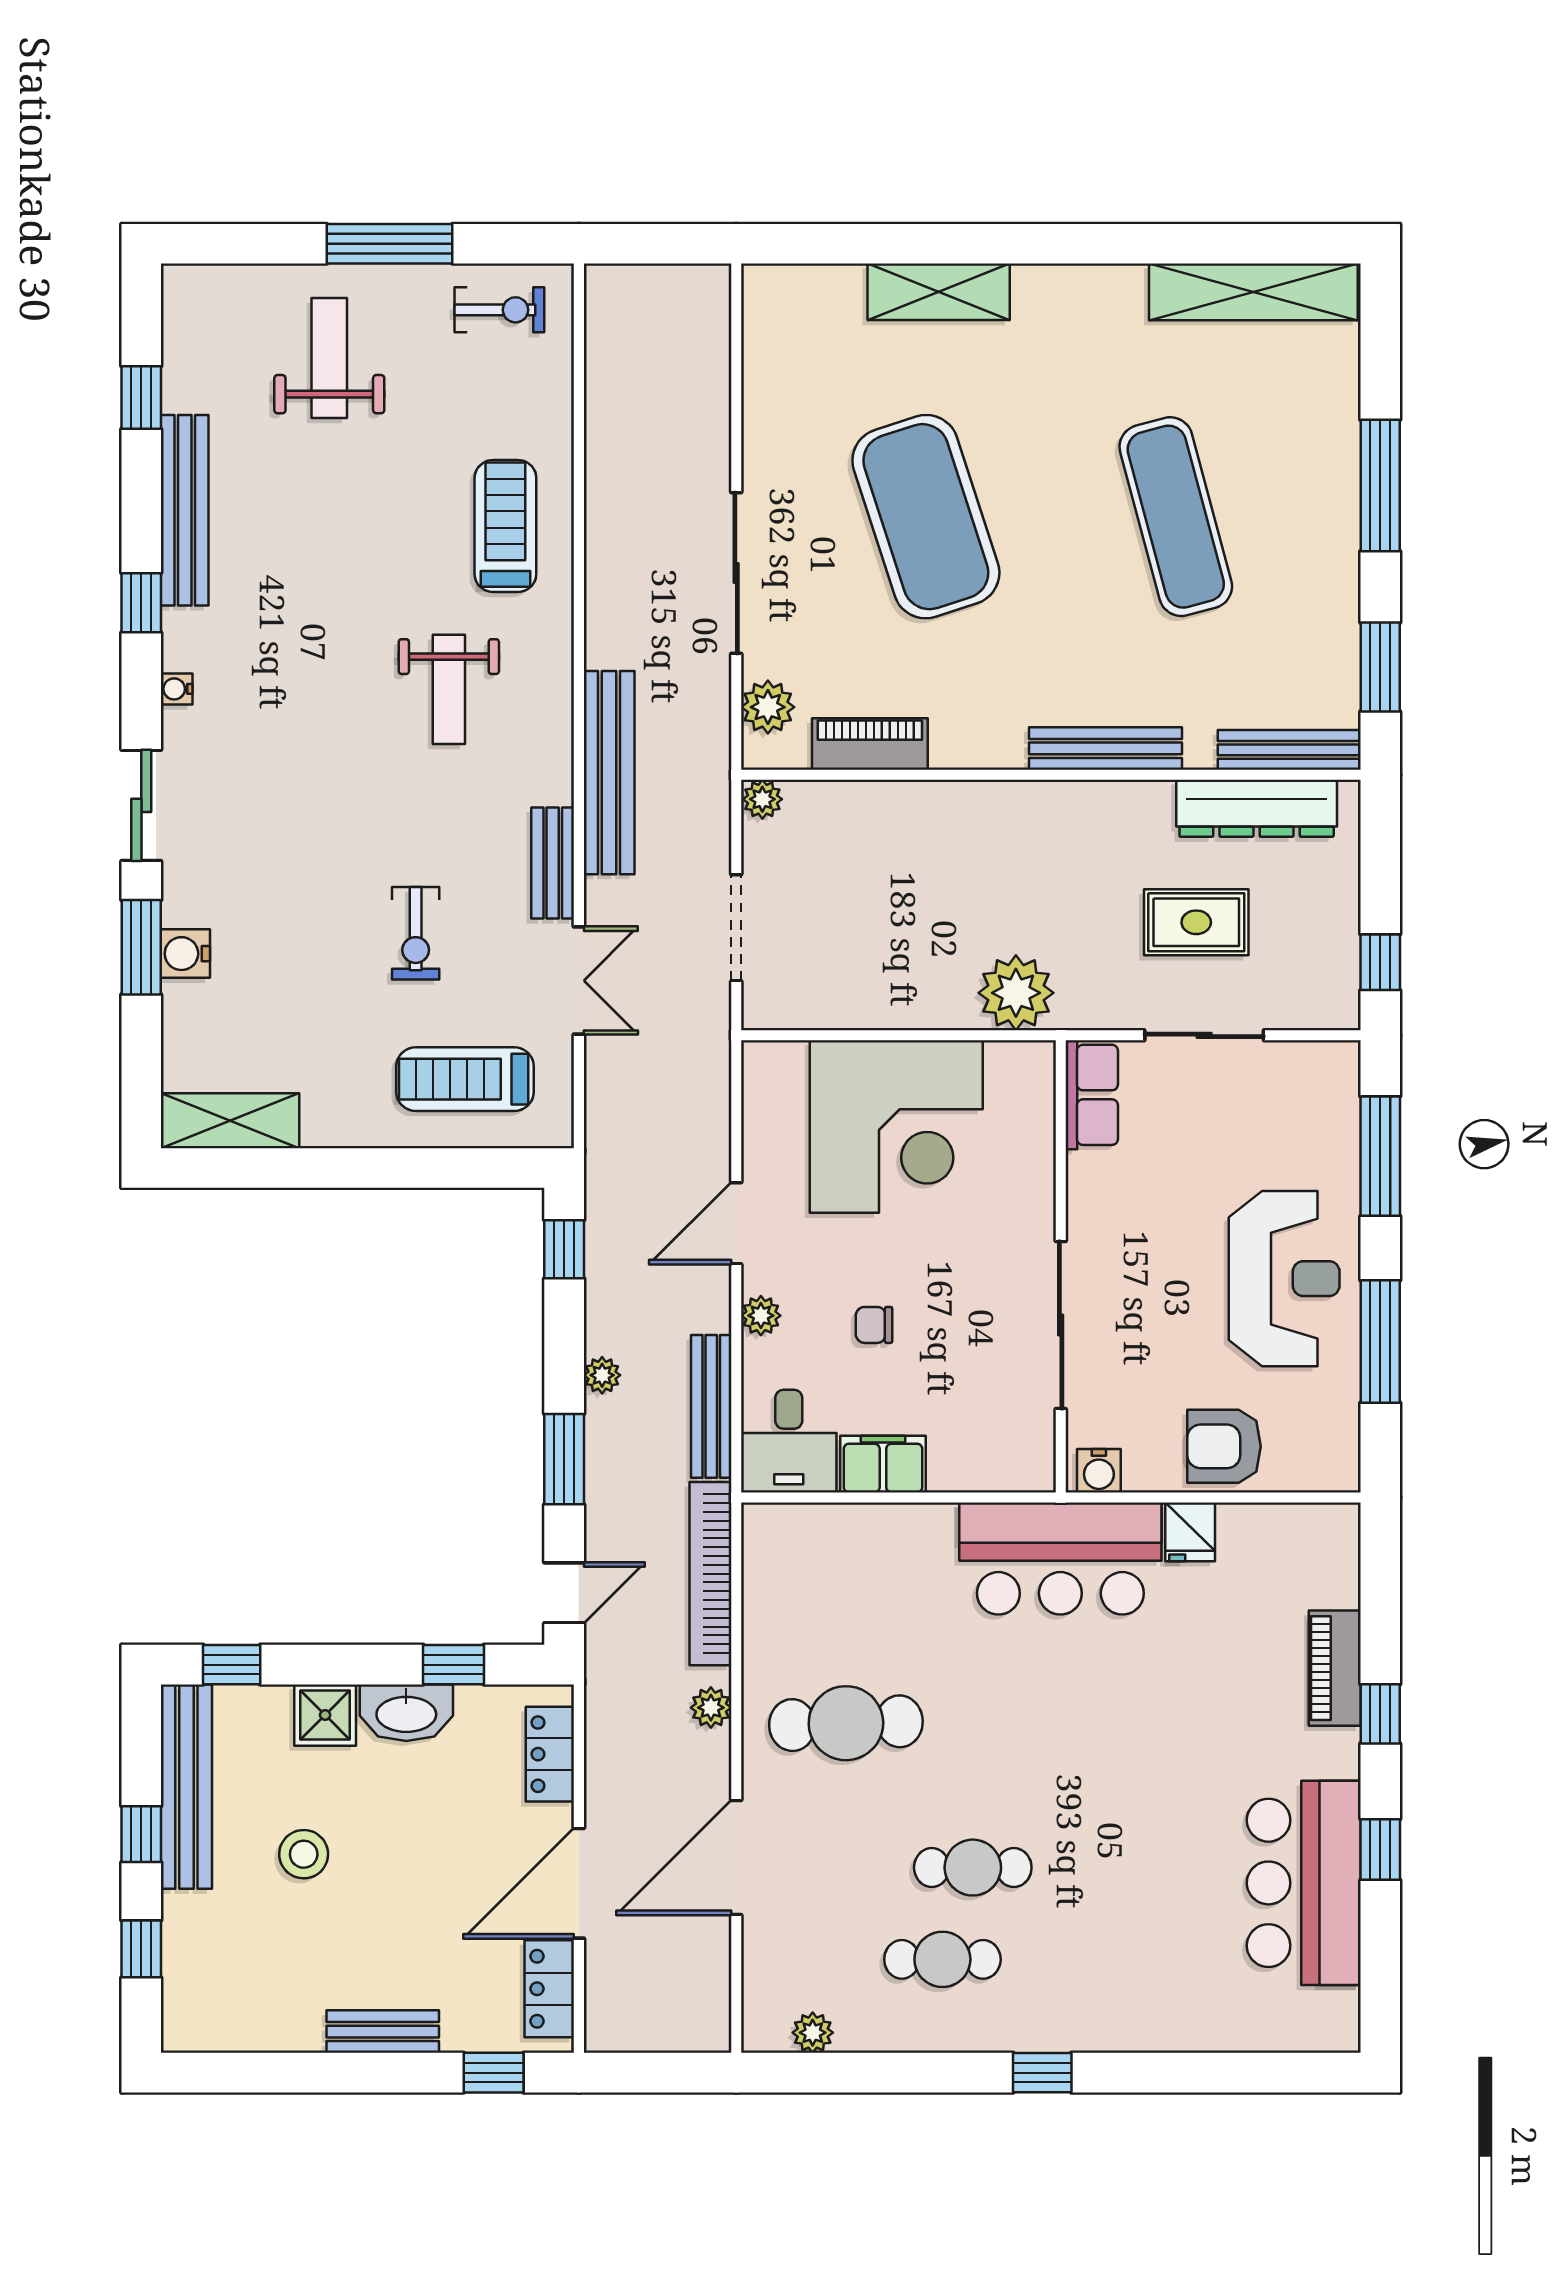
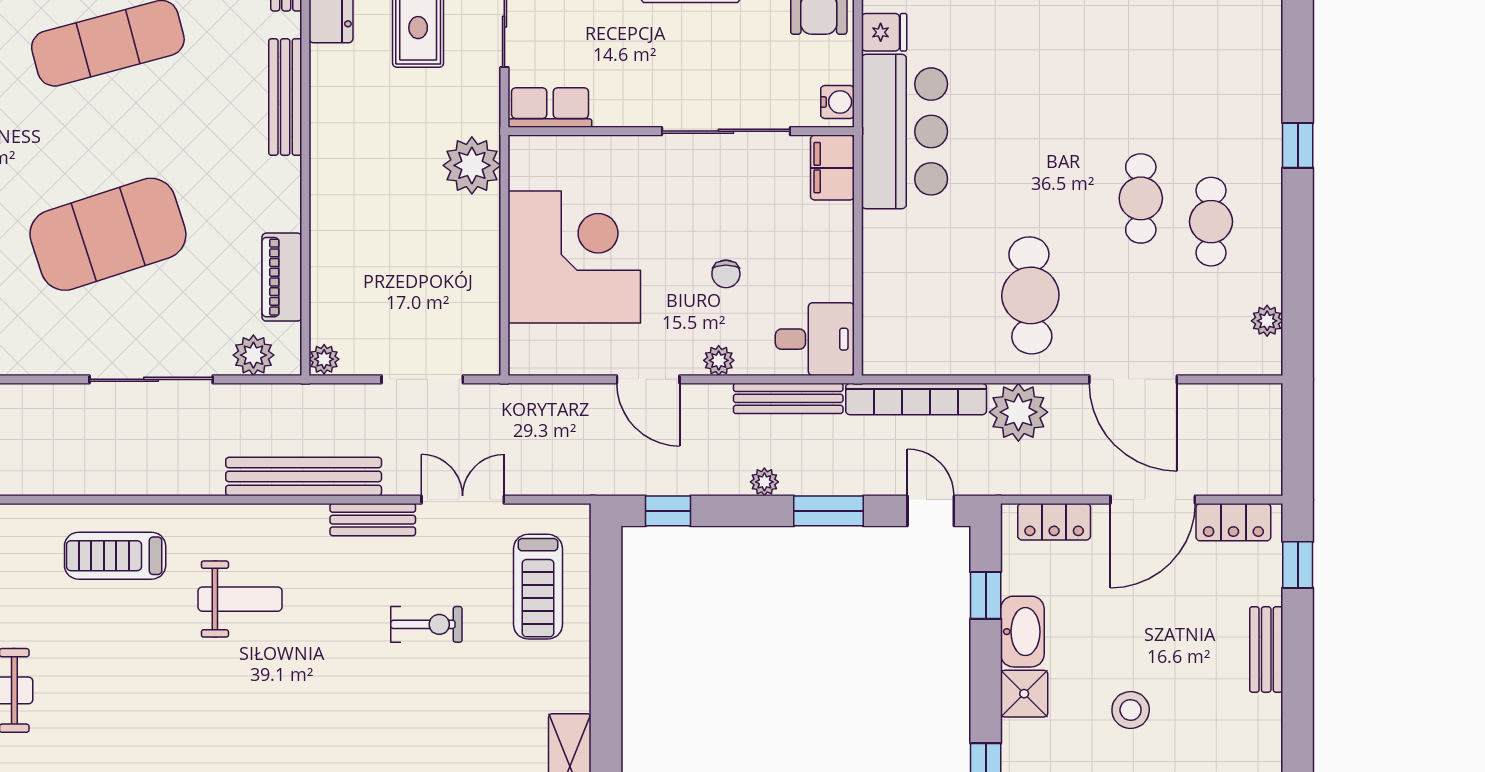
filing cabinet: (883, 1464) -> (832, 168), moved
plant: (711, 1708) -> (1018, 412), width x1.88, depth x1.88
door: (579, 1883) -> (1153, 500), hinge flipped

